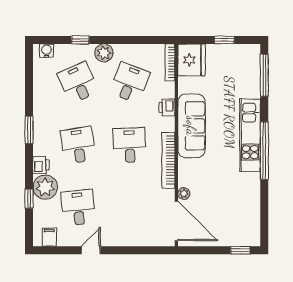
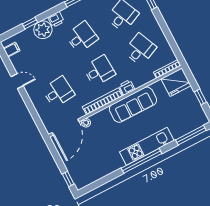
plant: (104, 53) -> (151, 22), removed
desk: (130, 83) -> (140, 49), turned -45
printer: (167, 107) -> (127, 87), moved
desk: (78, 208) -> (58, 92), moved

